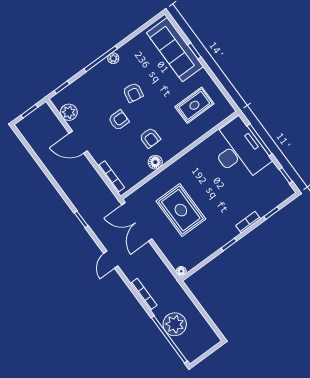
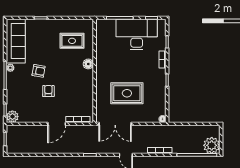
sofa: (175, 50) -> (16, 41), moved, turned -90
rug: (194, 105) -> (72, 41), turned 90
plant: (69, 112) -> (12, 117), moved
armchair: (150, 138) -> (72, 80), removed
door: (78, 142) -> (57, 124), moved
desk: (239, 151) -> (137, 34), moved
floor lamp: (155, 162) -> (88, 64), moved
plant: (175, 324) -> (212, 145), moved

